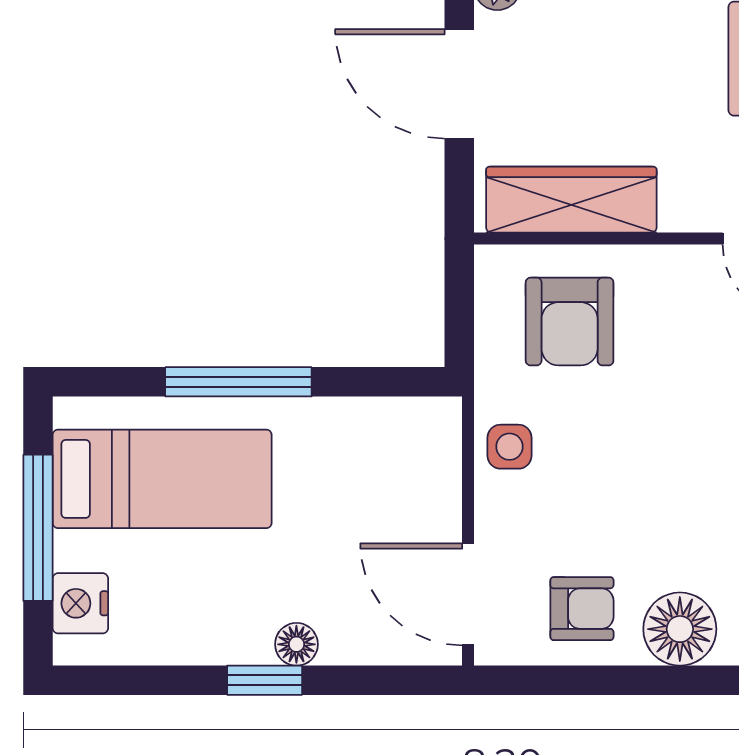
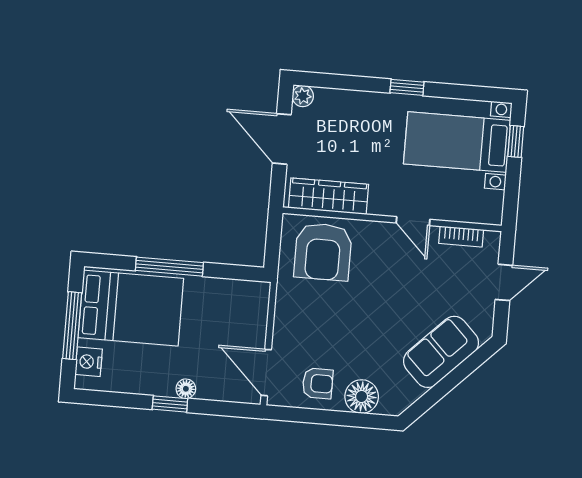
armchair: (570, 321) -> (323, 252), width x1.36, depth x1.36
side table: (510, 447) -> (291, 307), removed
bed: (162, 479) -> (131, 308), width x1.50

